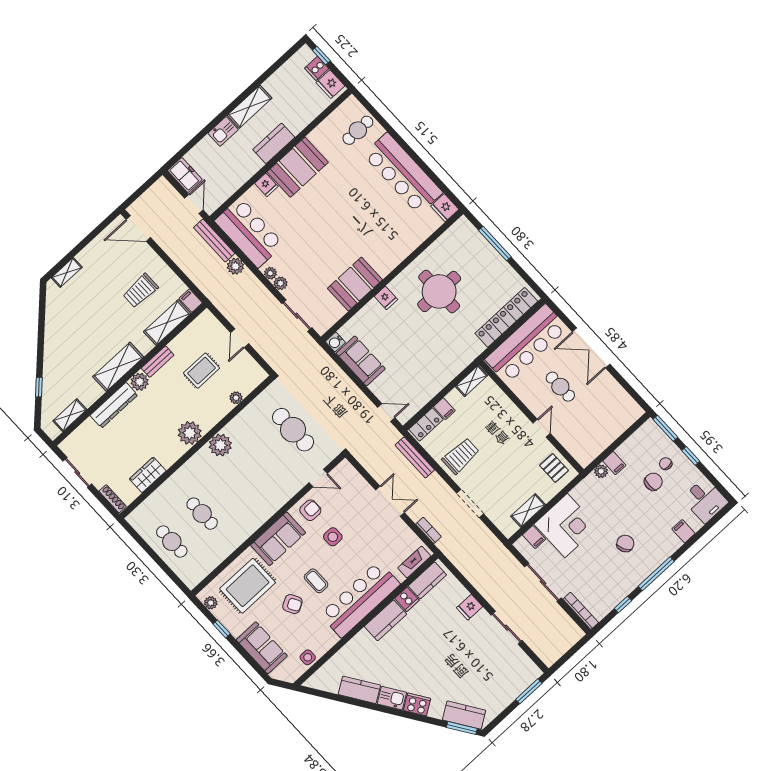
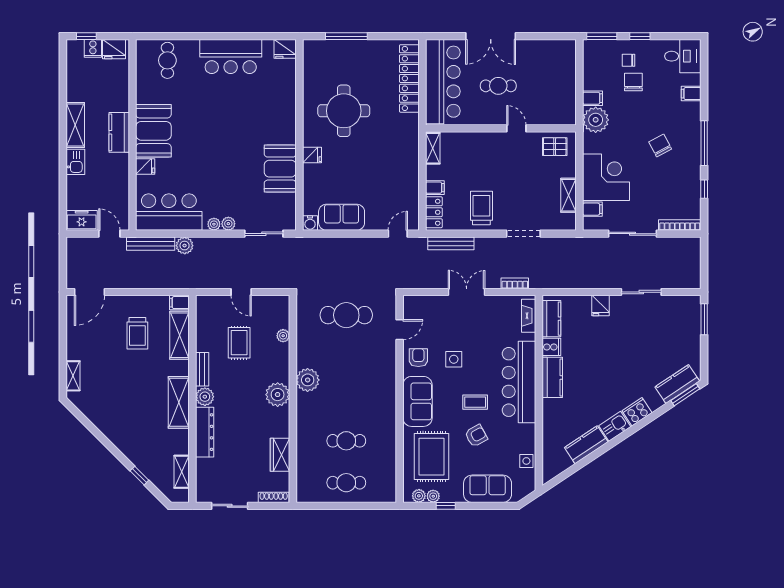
bar counter: (403, 173) -> (231, 57), width x0.73
plant: (601, 471) -> (596, 120), width x1.87, depth x1.87
plant: (220, 613) -> (433, 496), added

